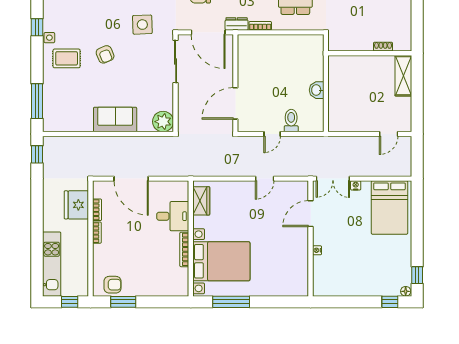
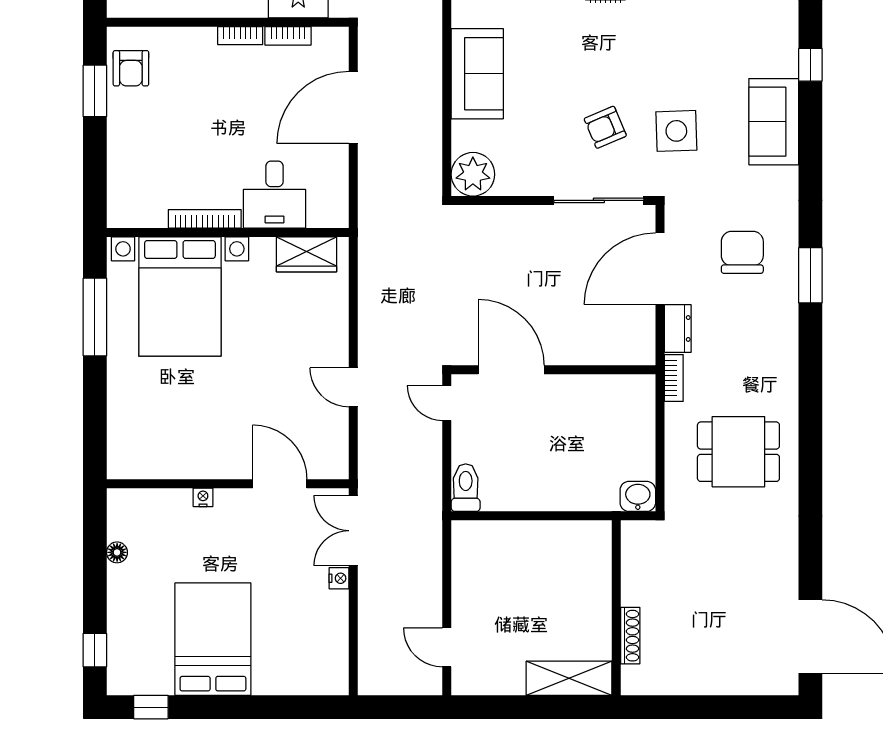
shoe rack: (383, 47) -> (630, 636), width x1.43
armchair: (105, 54) -> (605, 127), moved
wall: (235, 83) -> (553, 370), moved
washbasin: (317, 90) -> (638, 496), moved
door: (235, 103) -> (511, 370), moved
toilet: (291, 121) -> (466, 488), moved, turned -90
bed: (389, 208) -> (213, 639), moved, turned 90
floor lamp: (406, 291) -> (117, 552), moved

